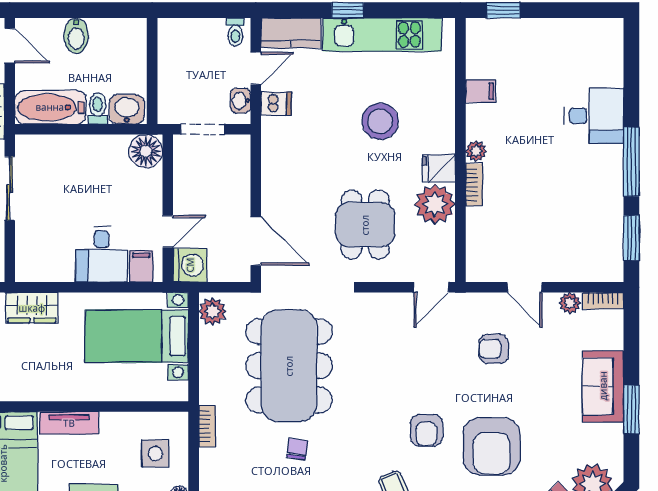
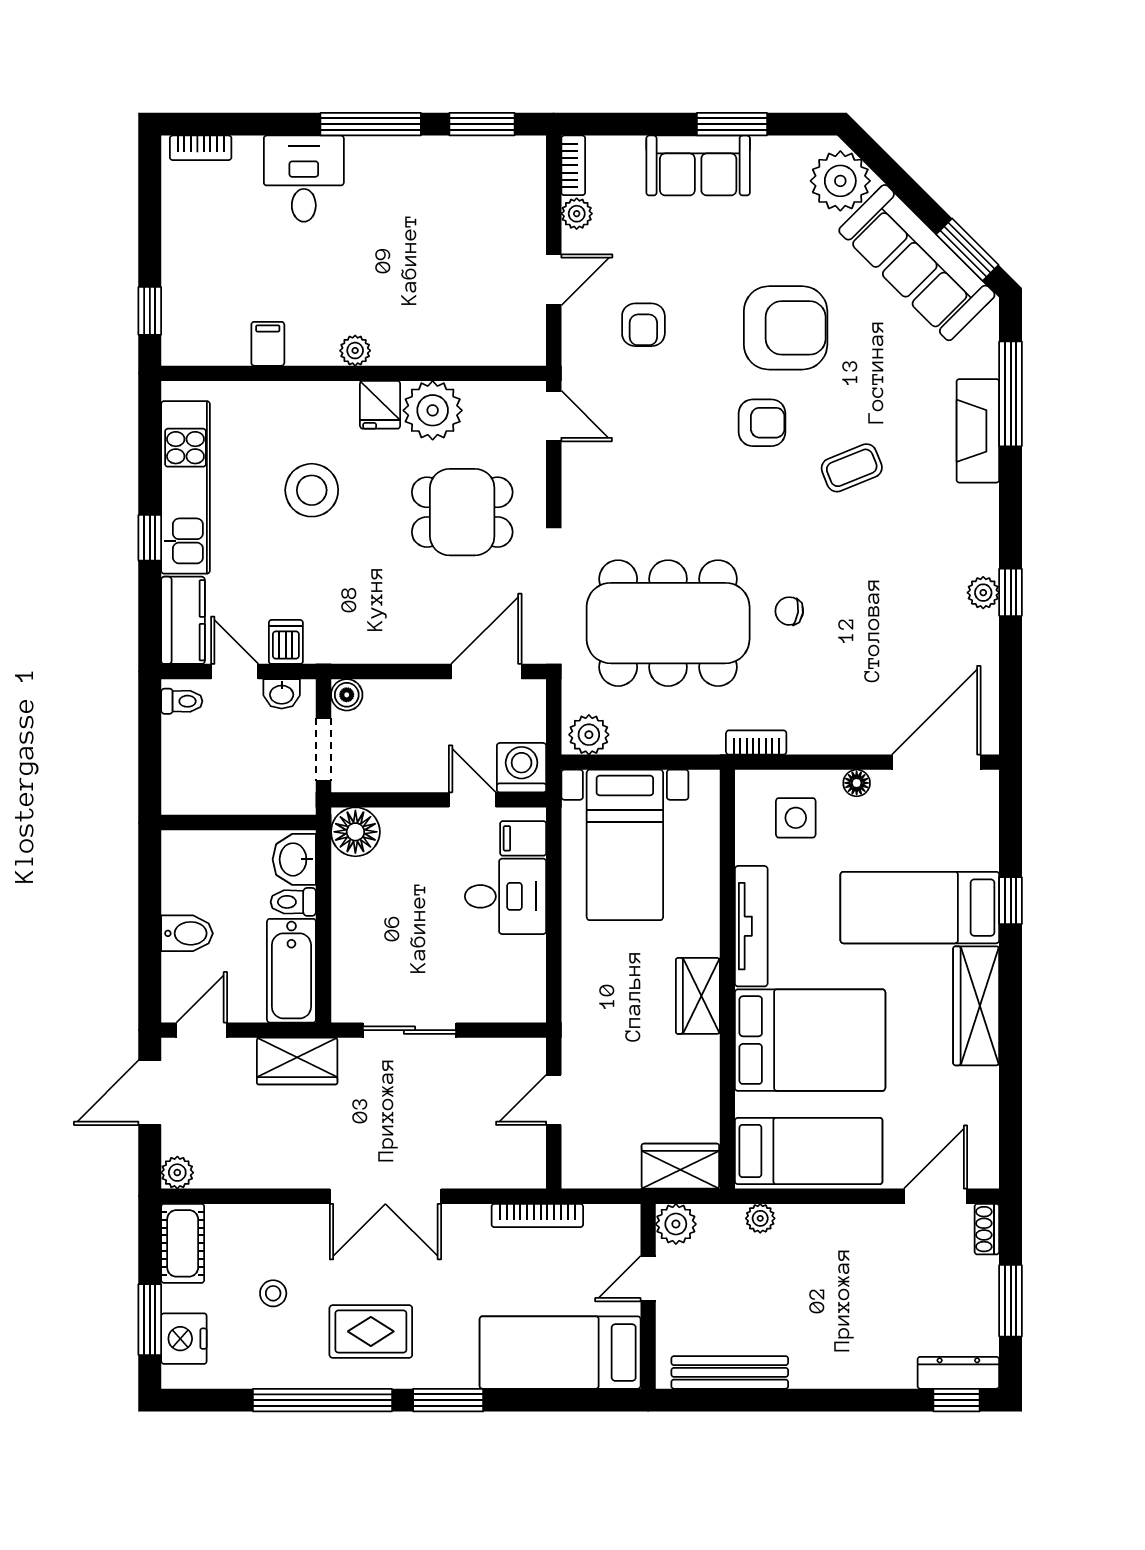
boiler: (240, 145) -> (347, 695), added
bookcase: (474, 185) -> (201, 148), moved, turned 180
wardrobe: (32, 308) -> (698, 996), moved, turned 180
tv unit: (69, 423) -> (751, 926), width x1.41

